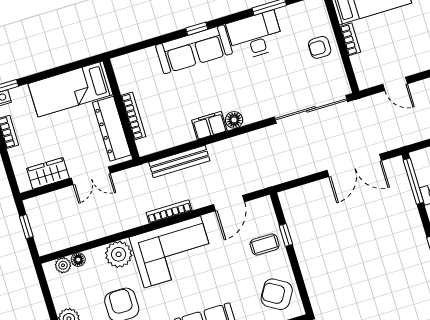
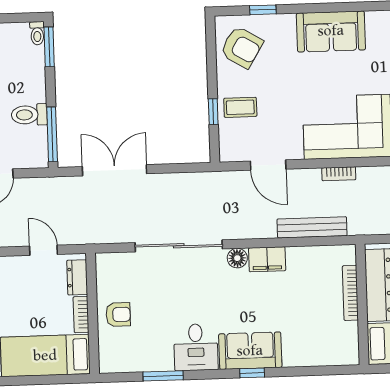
desk: (255, 36) -> (196, 347), width x0.73
sofa: (194, 49) -> (250, 351), width x0.73
dresser: (361, 69) -> (77, 277), added
sliding door: (311, 109) -> (179, 246), moved
door: (229, 203) -> (268, 165), swing flipped
bookcase: (169, 211) -> (339, 174), width x0.64

